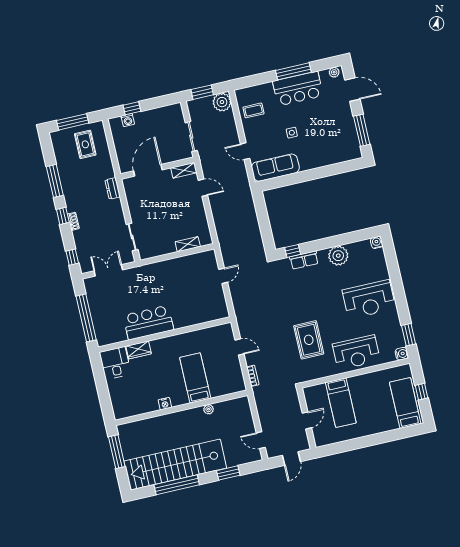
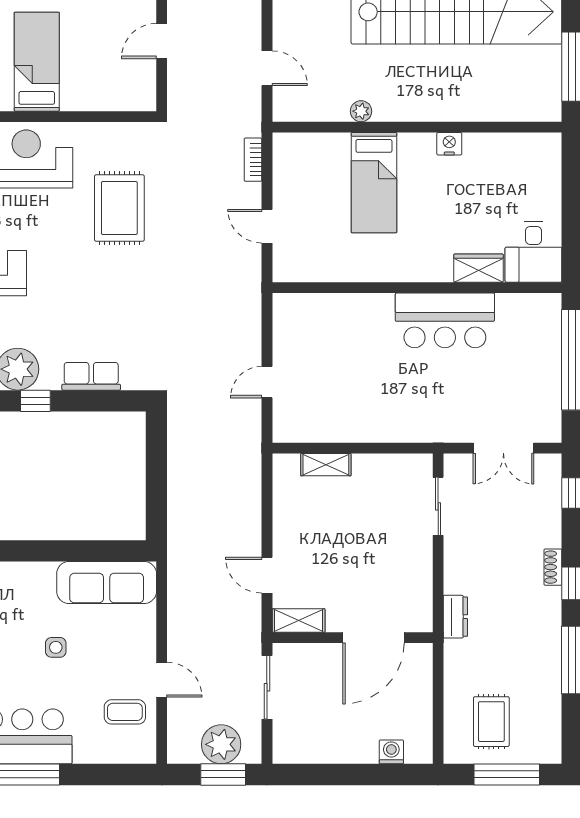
plant: (222, 102) -> (221, 744), moved
window: (132, 108) -> (377, 774), removed
door: (245, 151) -> (162, 680), moved
window: (293, 251) -> (35, 401), moved
bed: (341, 403) -> (37, 62), moved
door: (261, 440) -> (267, 68), moved

